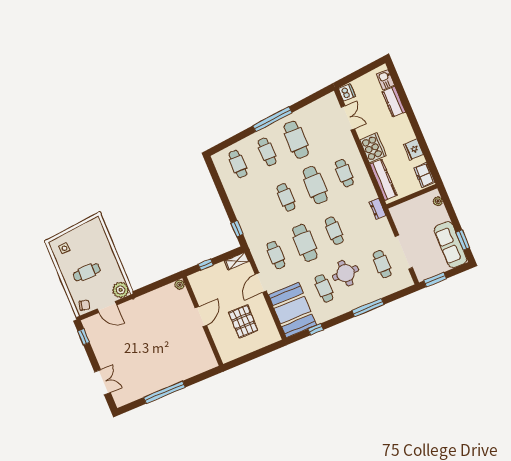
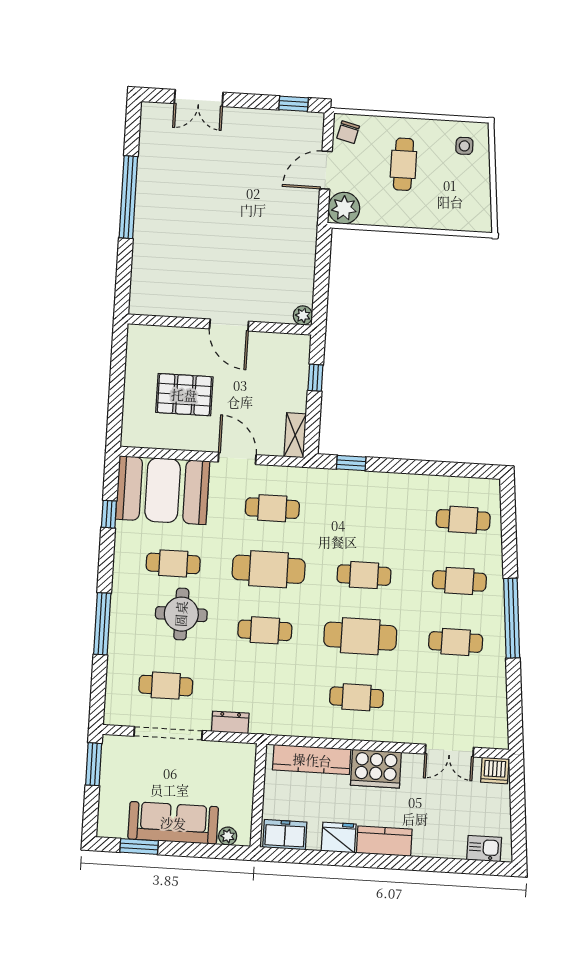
kitchen counter: (394, 102) -> (384, 841), moved
cafe table: (296, 140) -> (456, 642), width x0.73, depth x0.74
dresser: (377, 209) -> (230, 722), moved
sofa: (450, 245) -> (173, 823), moved

